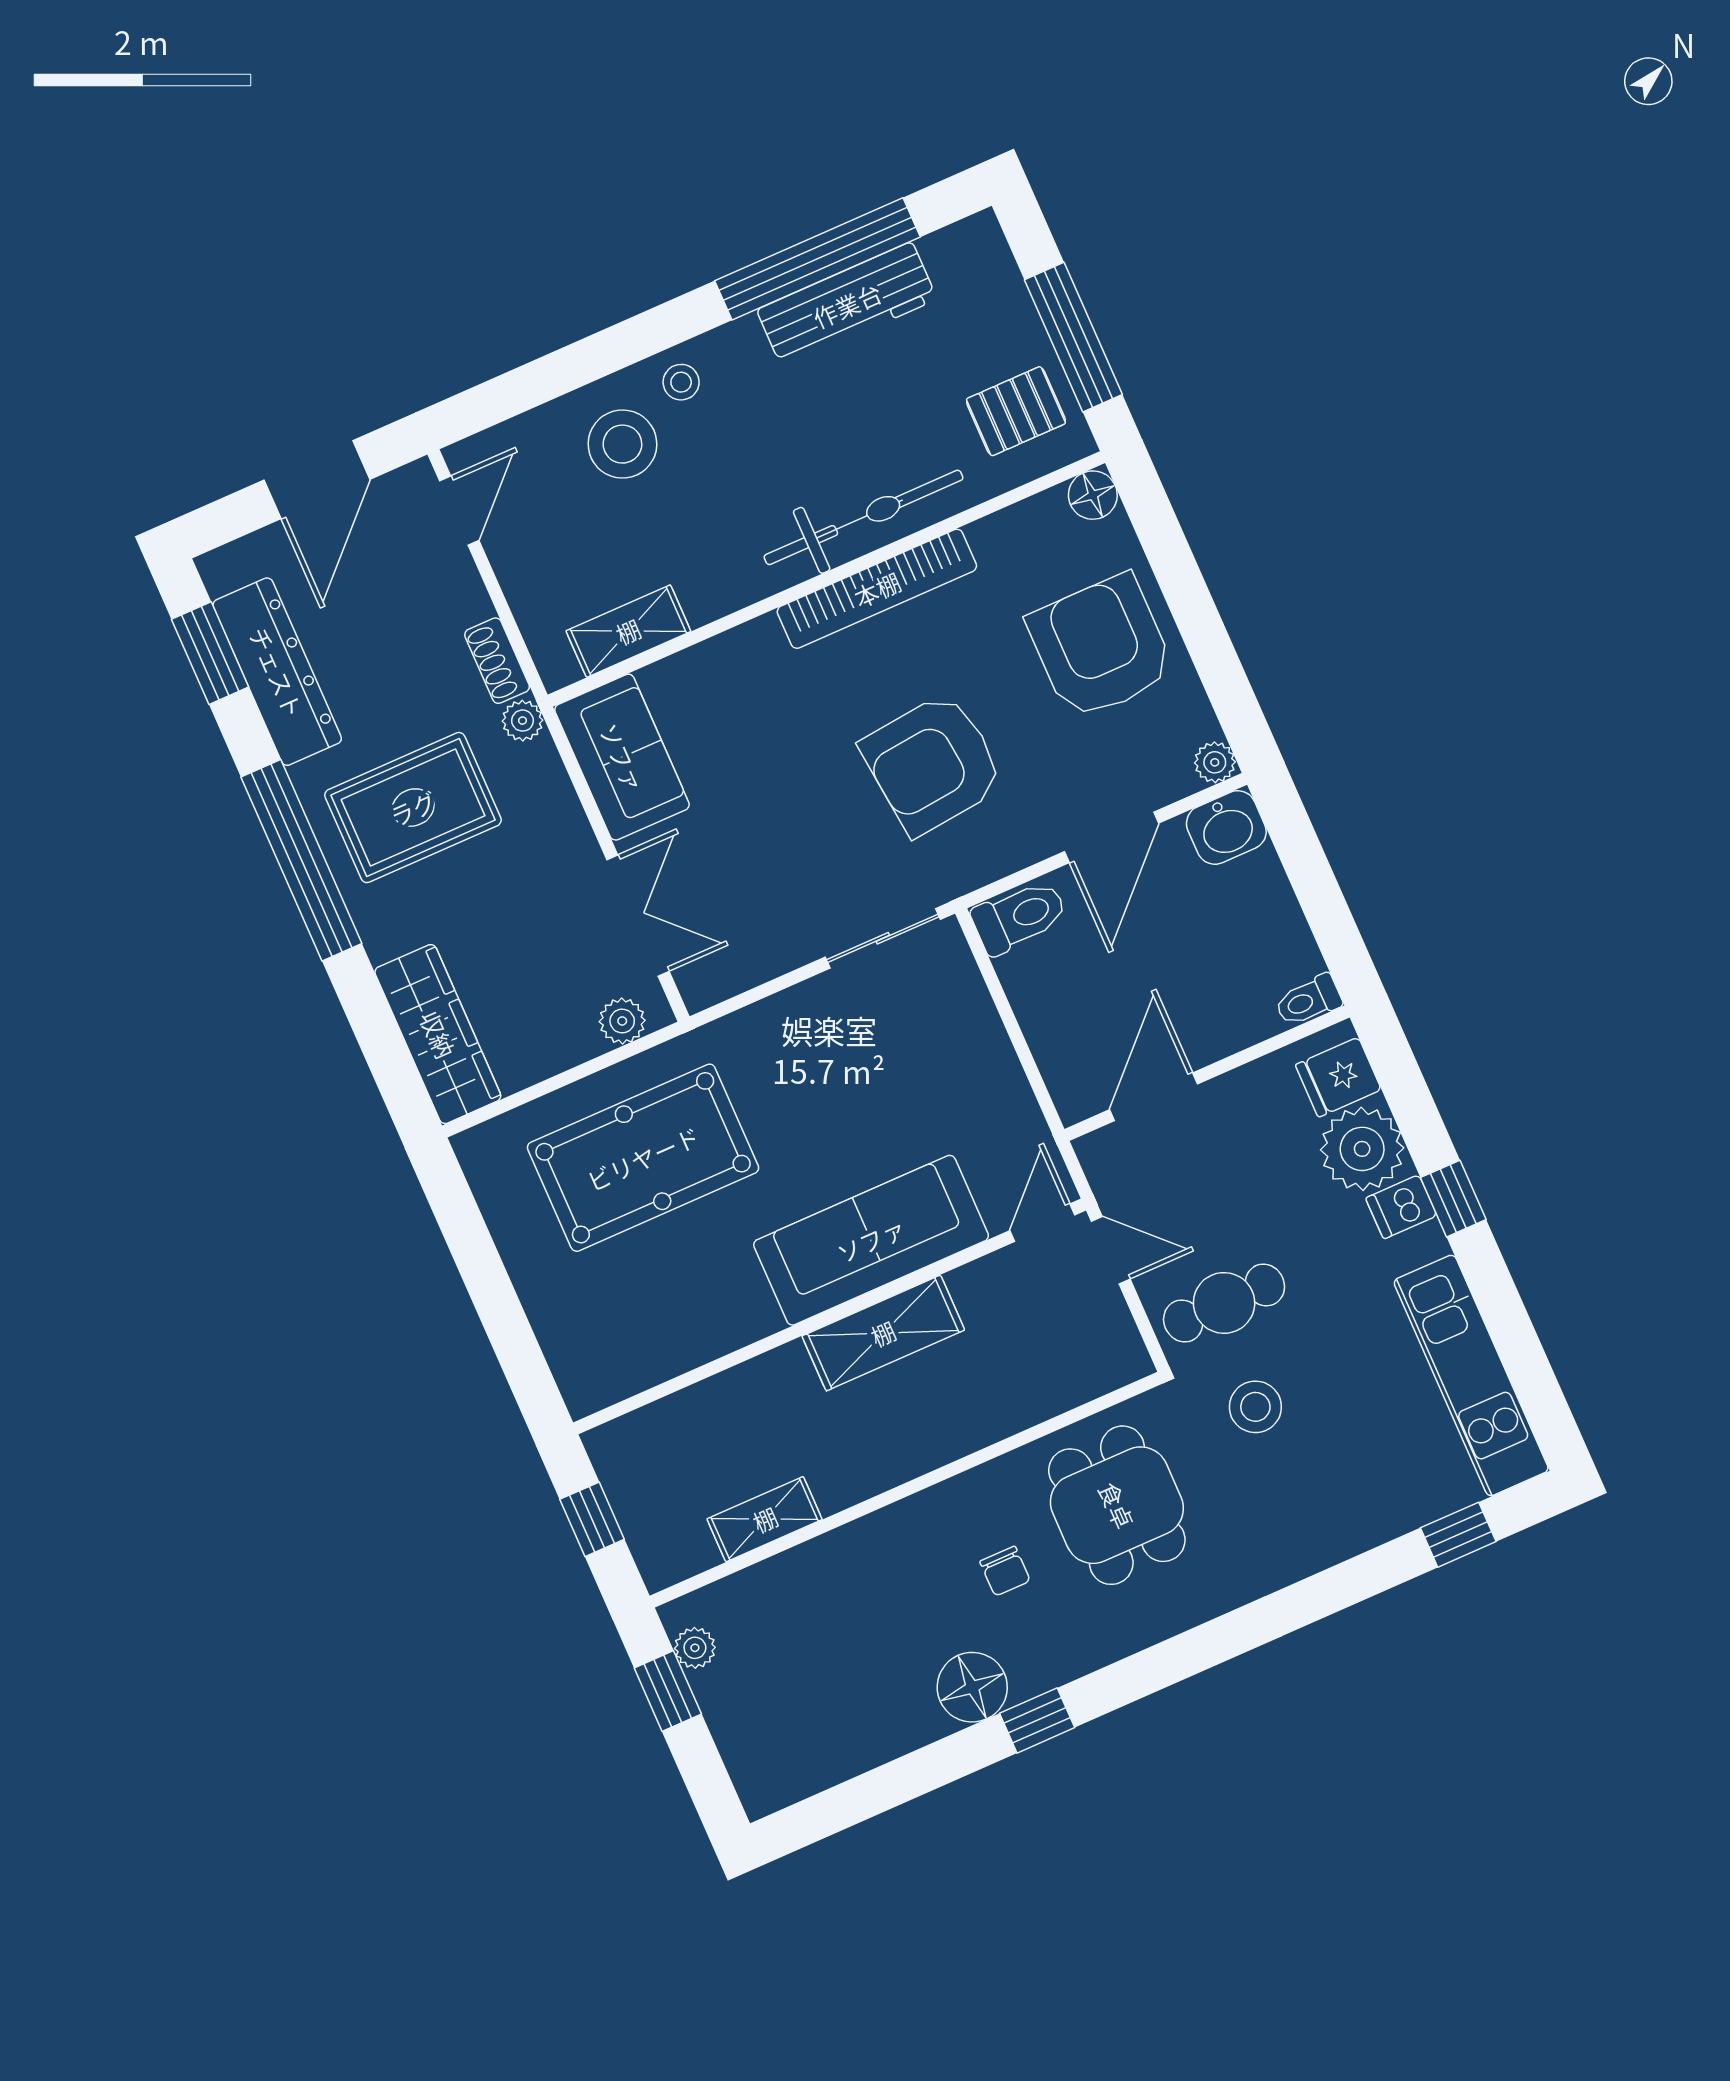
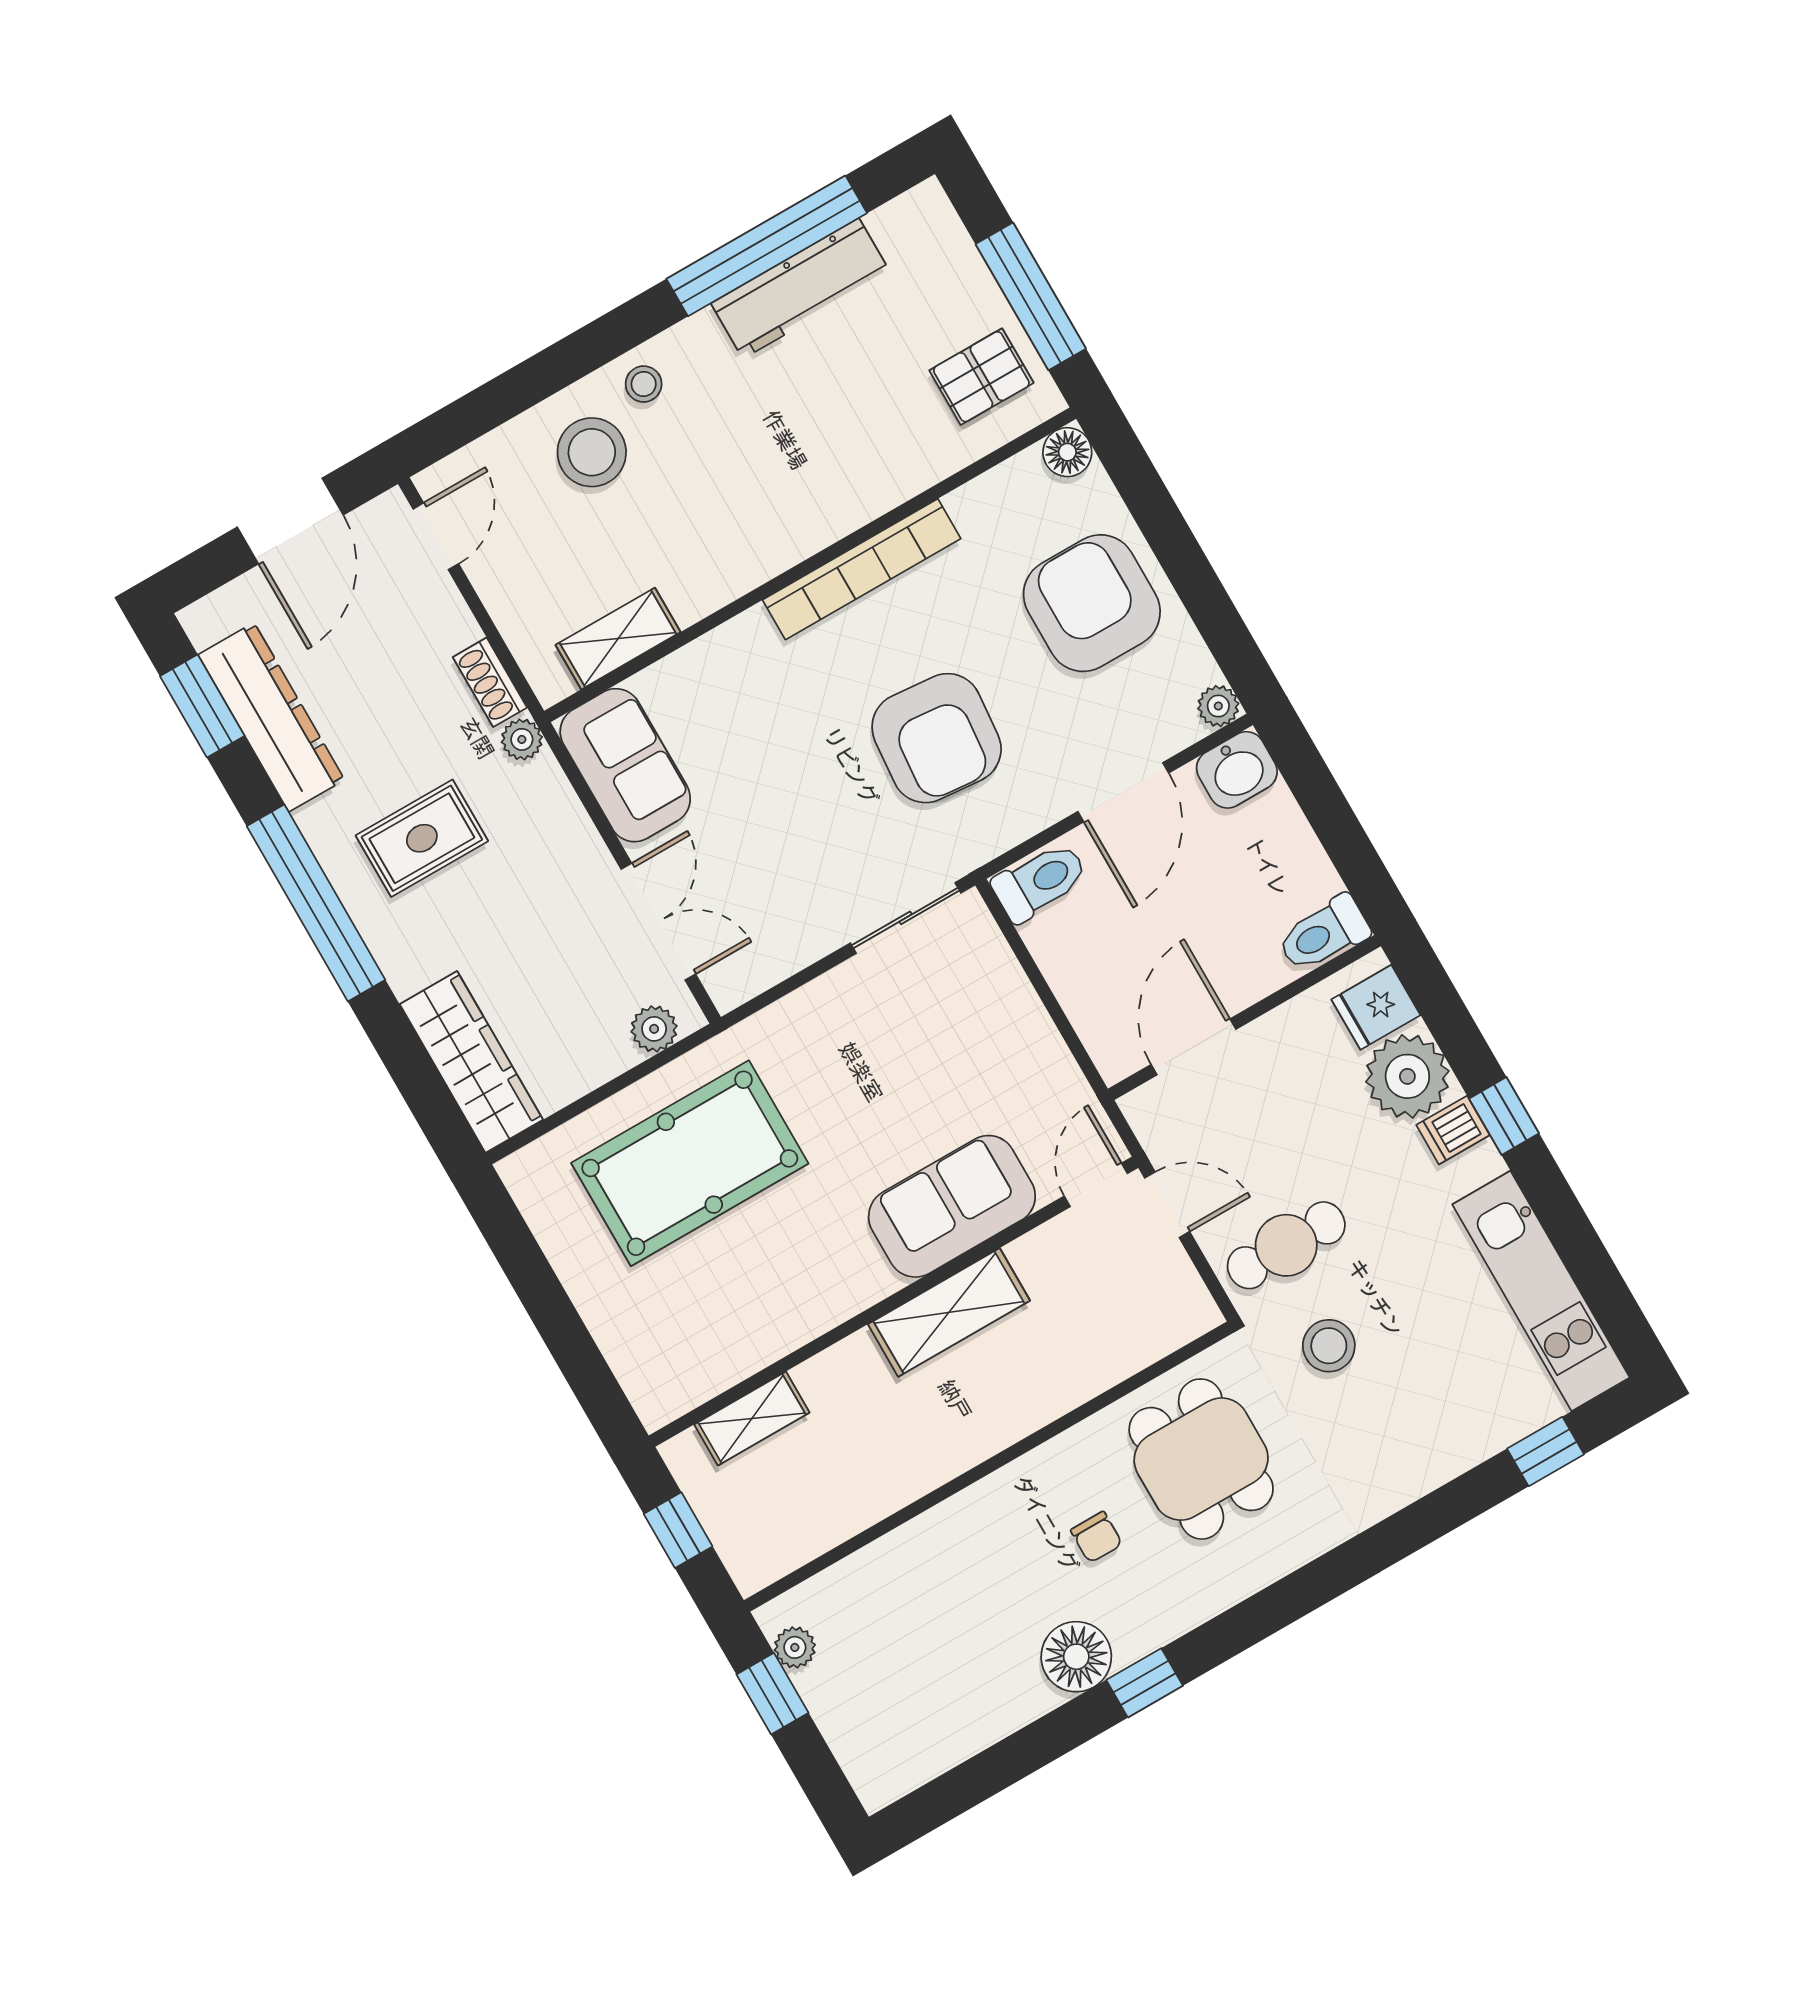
bicycle: (864, 517) -> (841, 499), removed
armchair: (933, 764) -> (937, 738), turned -79
rug: (413, 808) -> (422, 838), width x0.73, depth x0.70
toilet: (1308, 1001) -> (1324, 934), width x1.37, depth x1.39
sofa: (871, 1240) -> (952, 1206), width x0.73
shelving: (765, 1519) -> (752, 1418), moved

